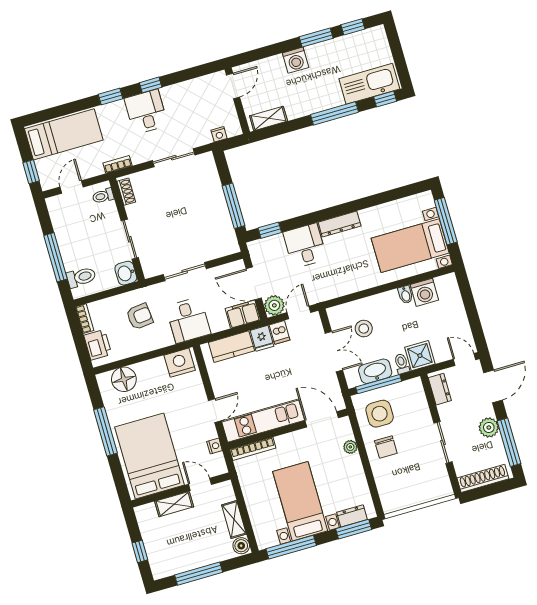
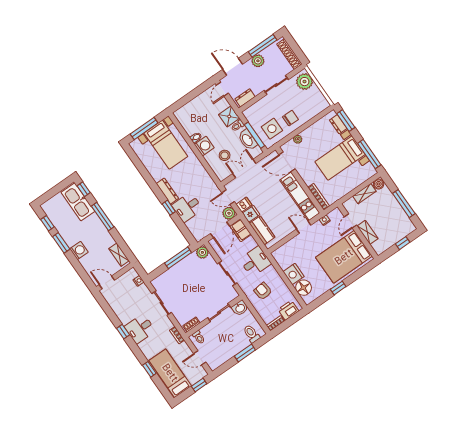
window: (111, 96) -> (149, 369), moved
window: (270, 230) -> (169, 208), moved
plant: (229, 245) -> (202, 252), added
window: (56, 257) -> (245, 353), width x0.69
washing machine: (424, 292) -> (204, 146), moved
nightstand: (180, 363) -> (294, 274), moved
door: (322, 419) -> (287, 162), hinge flipped
window: (105, 431) -> (338, 288), width x0.46
plant: (434, 487) -> (305, 82), added

